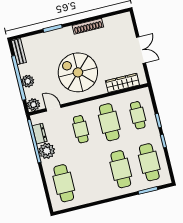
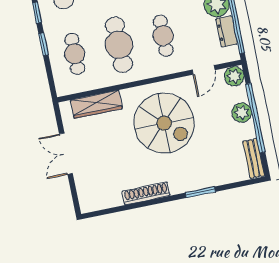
door: (54, 108) -> (204, 70), hinge flipped

